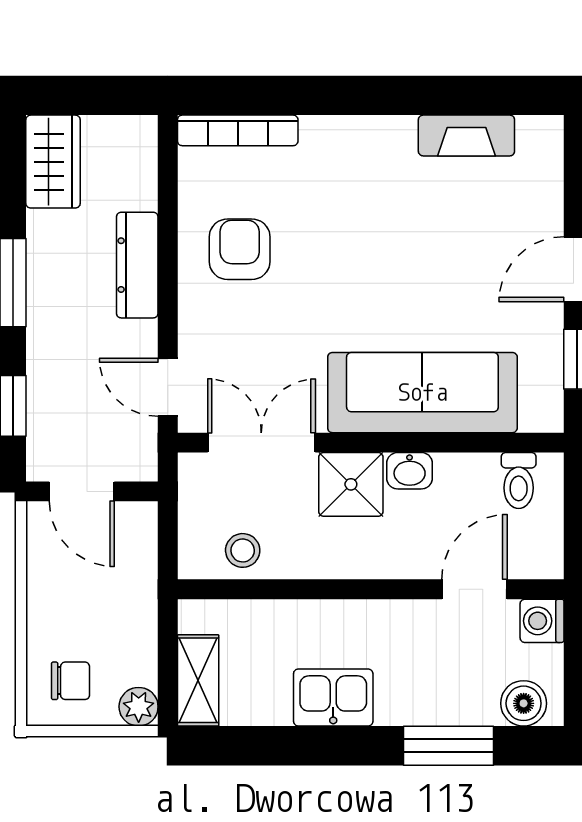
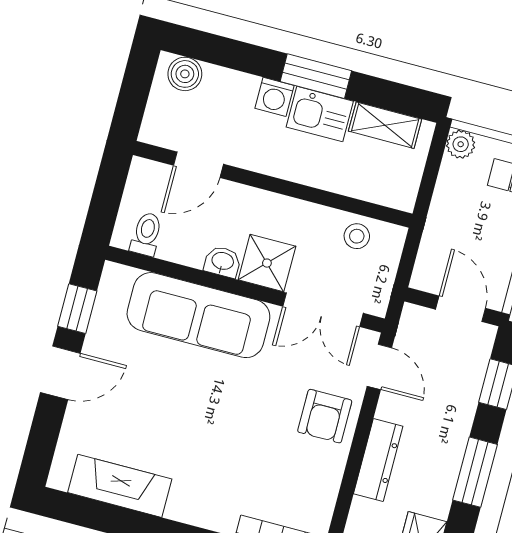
fireplace: (466, 135) -> (120, 486), width x1.37, depth x1.32
armchair: (240, 249) -> (325, 416), moved
washing machine: (542, 621) -> (274, 97), moved, turned 90
shelving: (198, 680) -> (385, 125), moved, turned 90
window: (448, 746) -> (316, 76), moved

